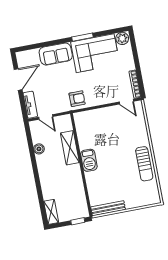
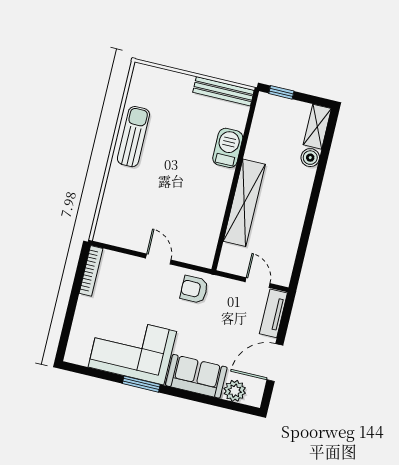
plant: (122, 38) -> (235, 391), moved
door: (126, 102) -> (158, 259), moved
shelving: (70, 148) -> (244, 203), width x1.47
boiler: (39, 149) -> (310, 158), moved
barbecue: (89, 160) -> (228, 148), moved

